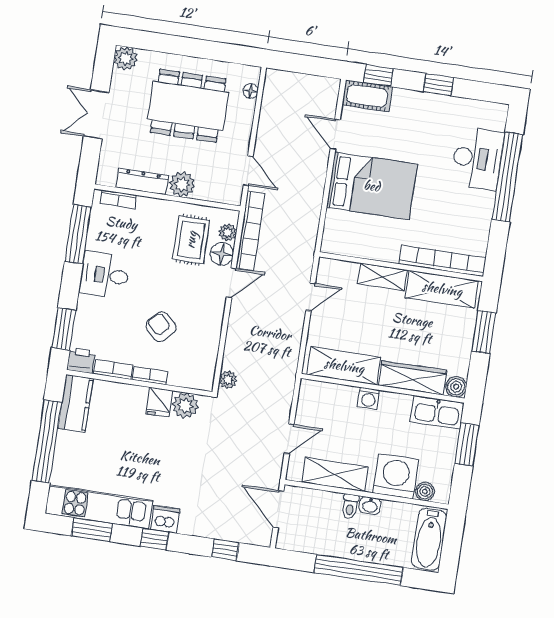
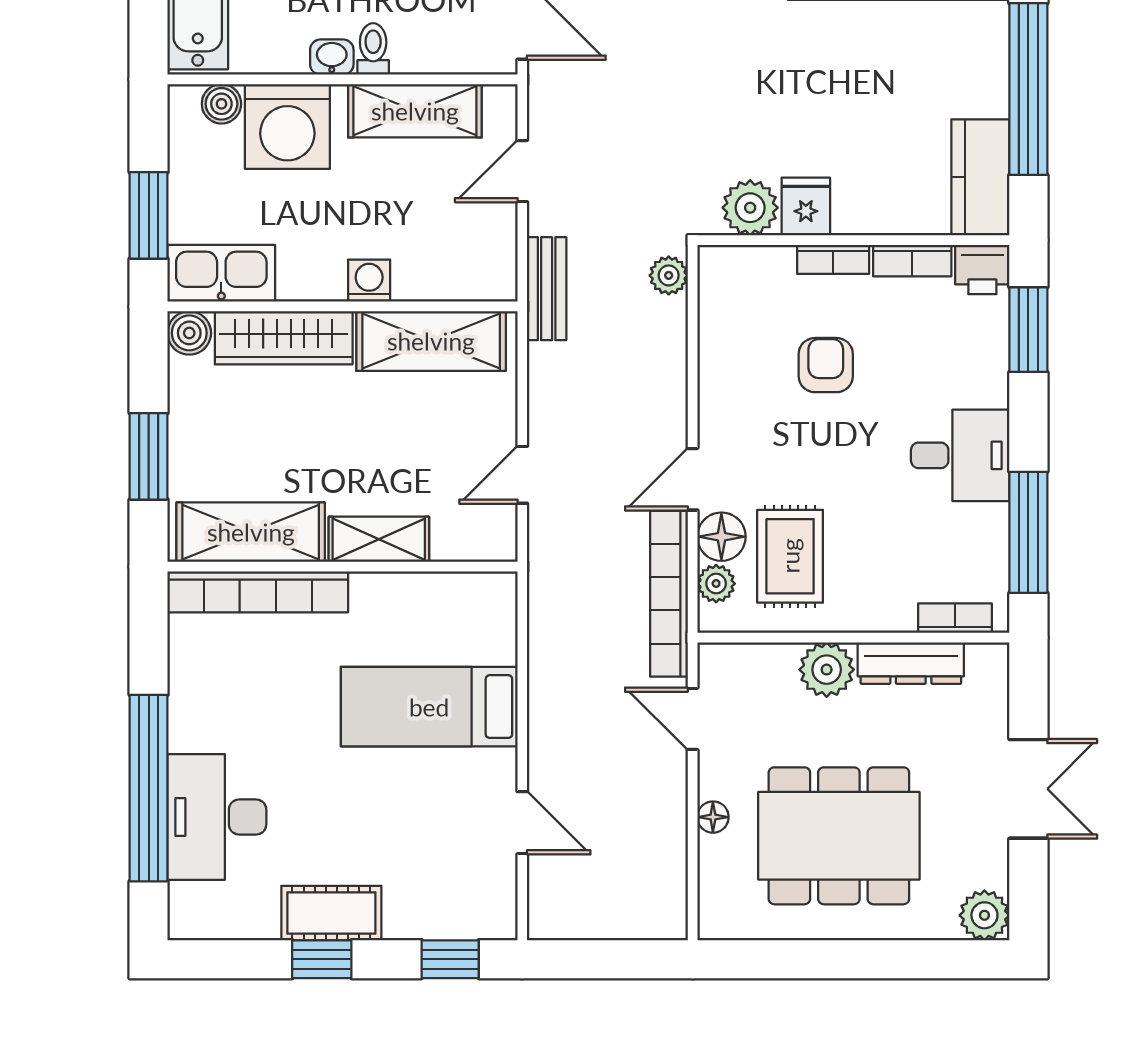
floor lamp: (251, 91) -> (713, 817), moved
cot: (367, 96) -> (331, 913), moved
bed: (372, 186) -> (429, 707), width x0.67
armchair: (161, 327) -> (826, 365), turned -134
bench: (286, 382) -> (547, 289), added

